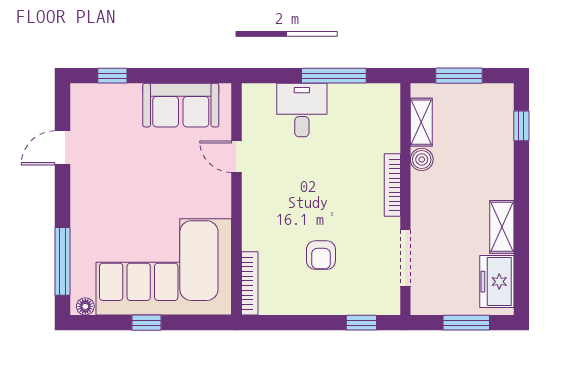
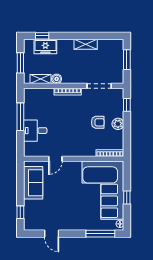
freezer: (497, 282) -> (45, 47), moved
plant: (317, 302) -> (118, 124), added

